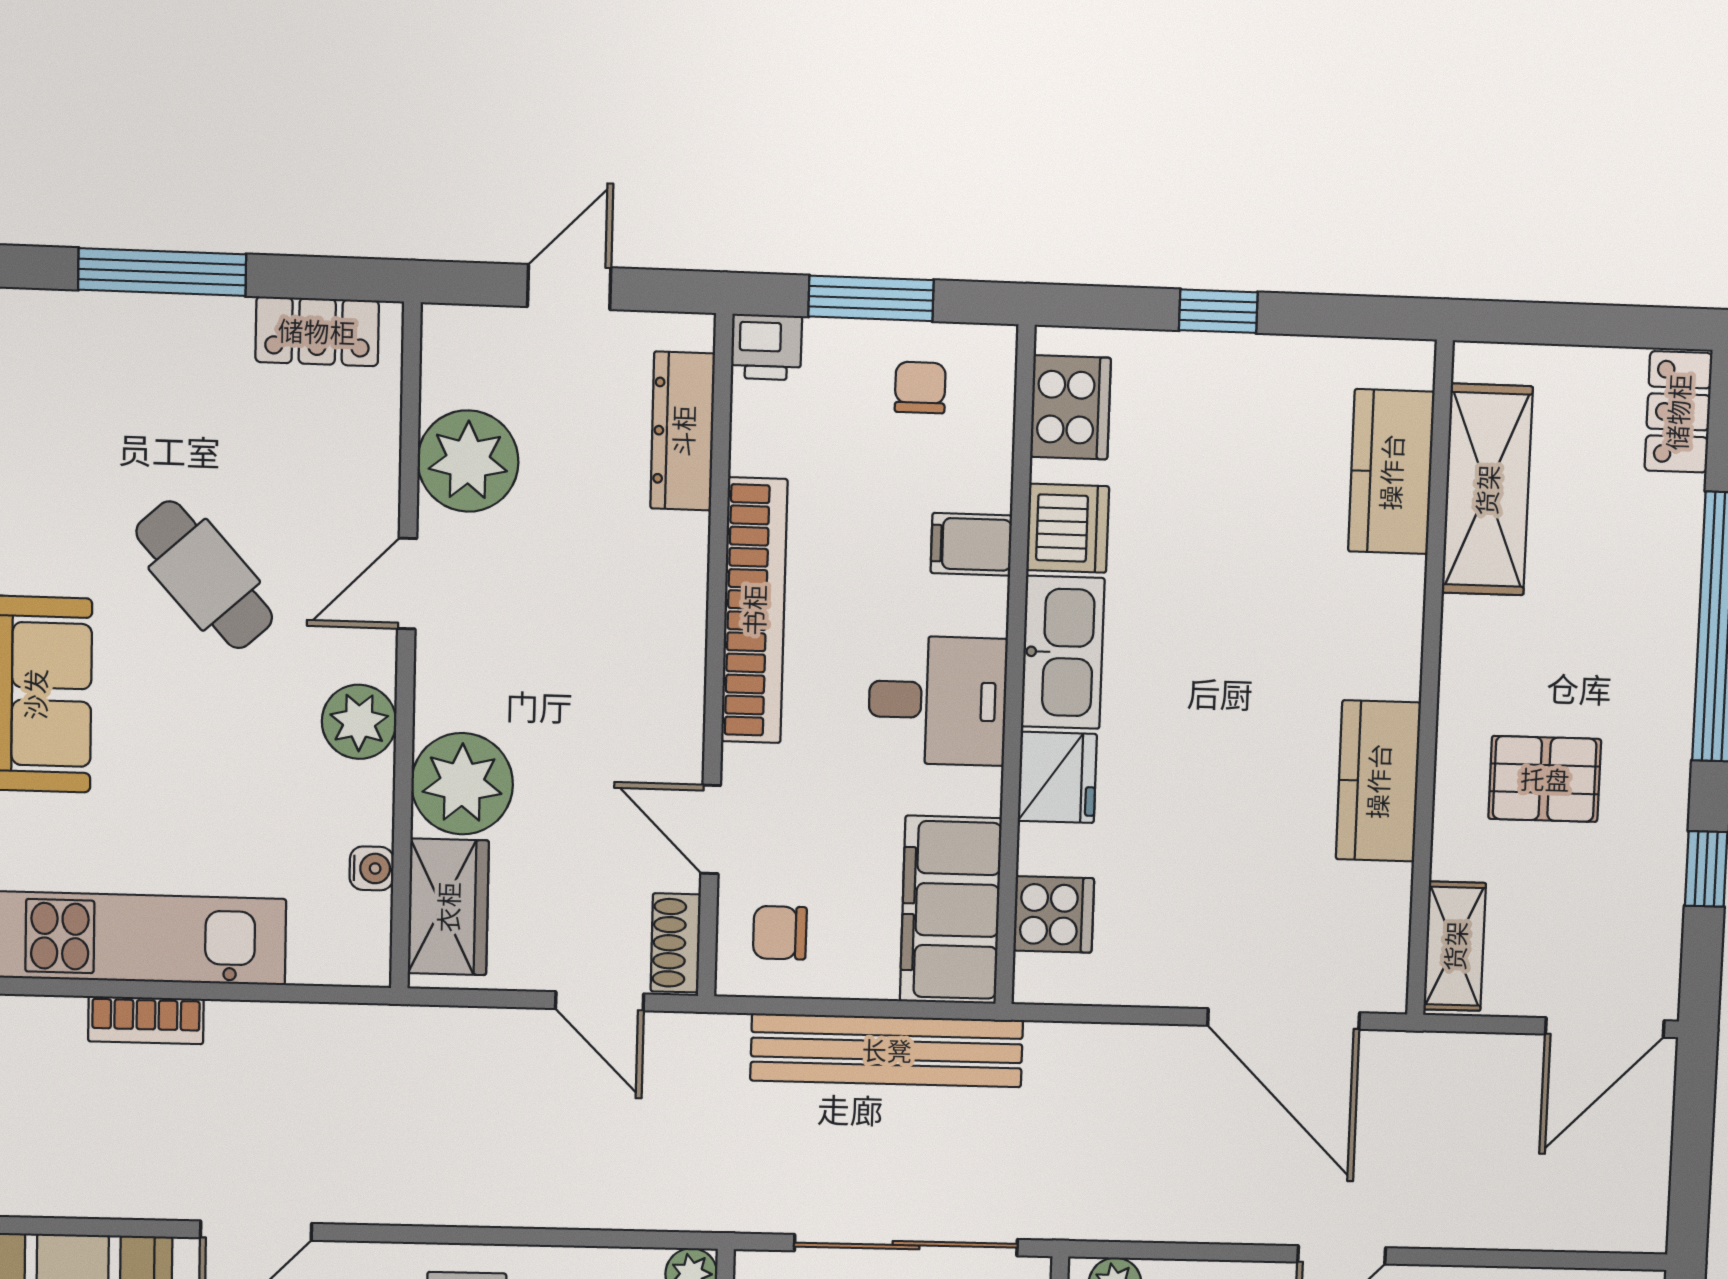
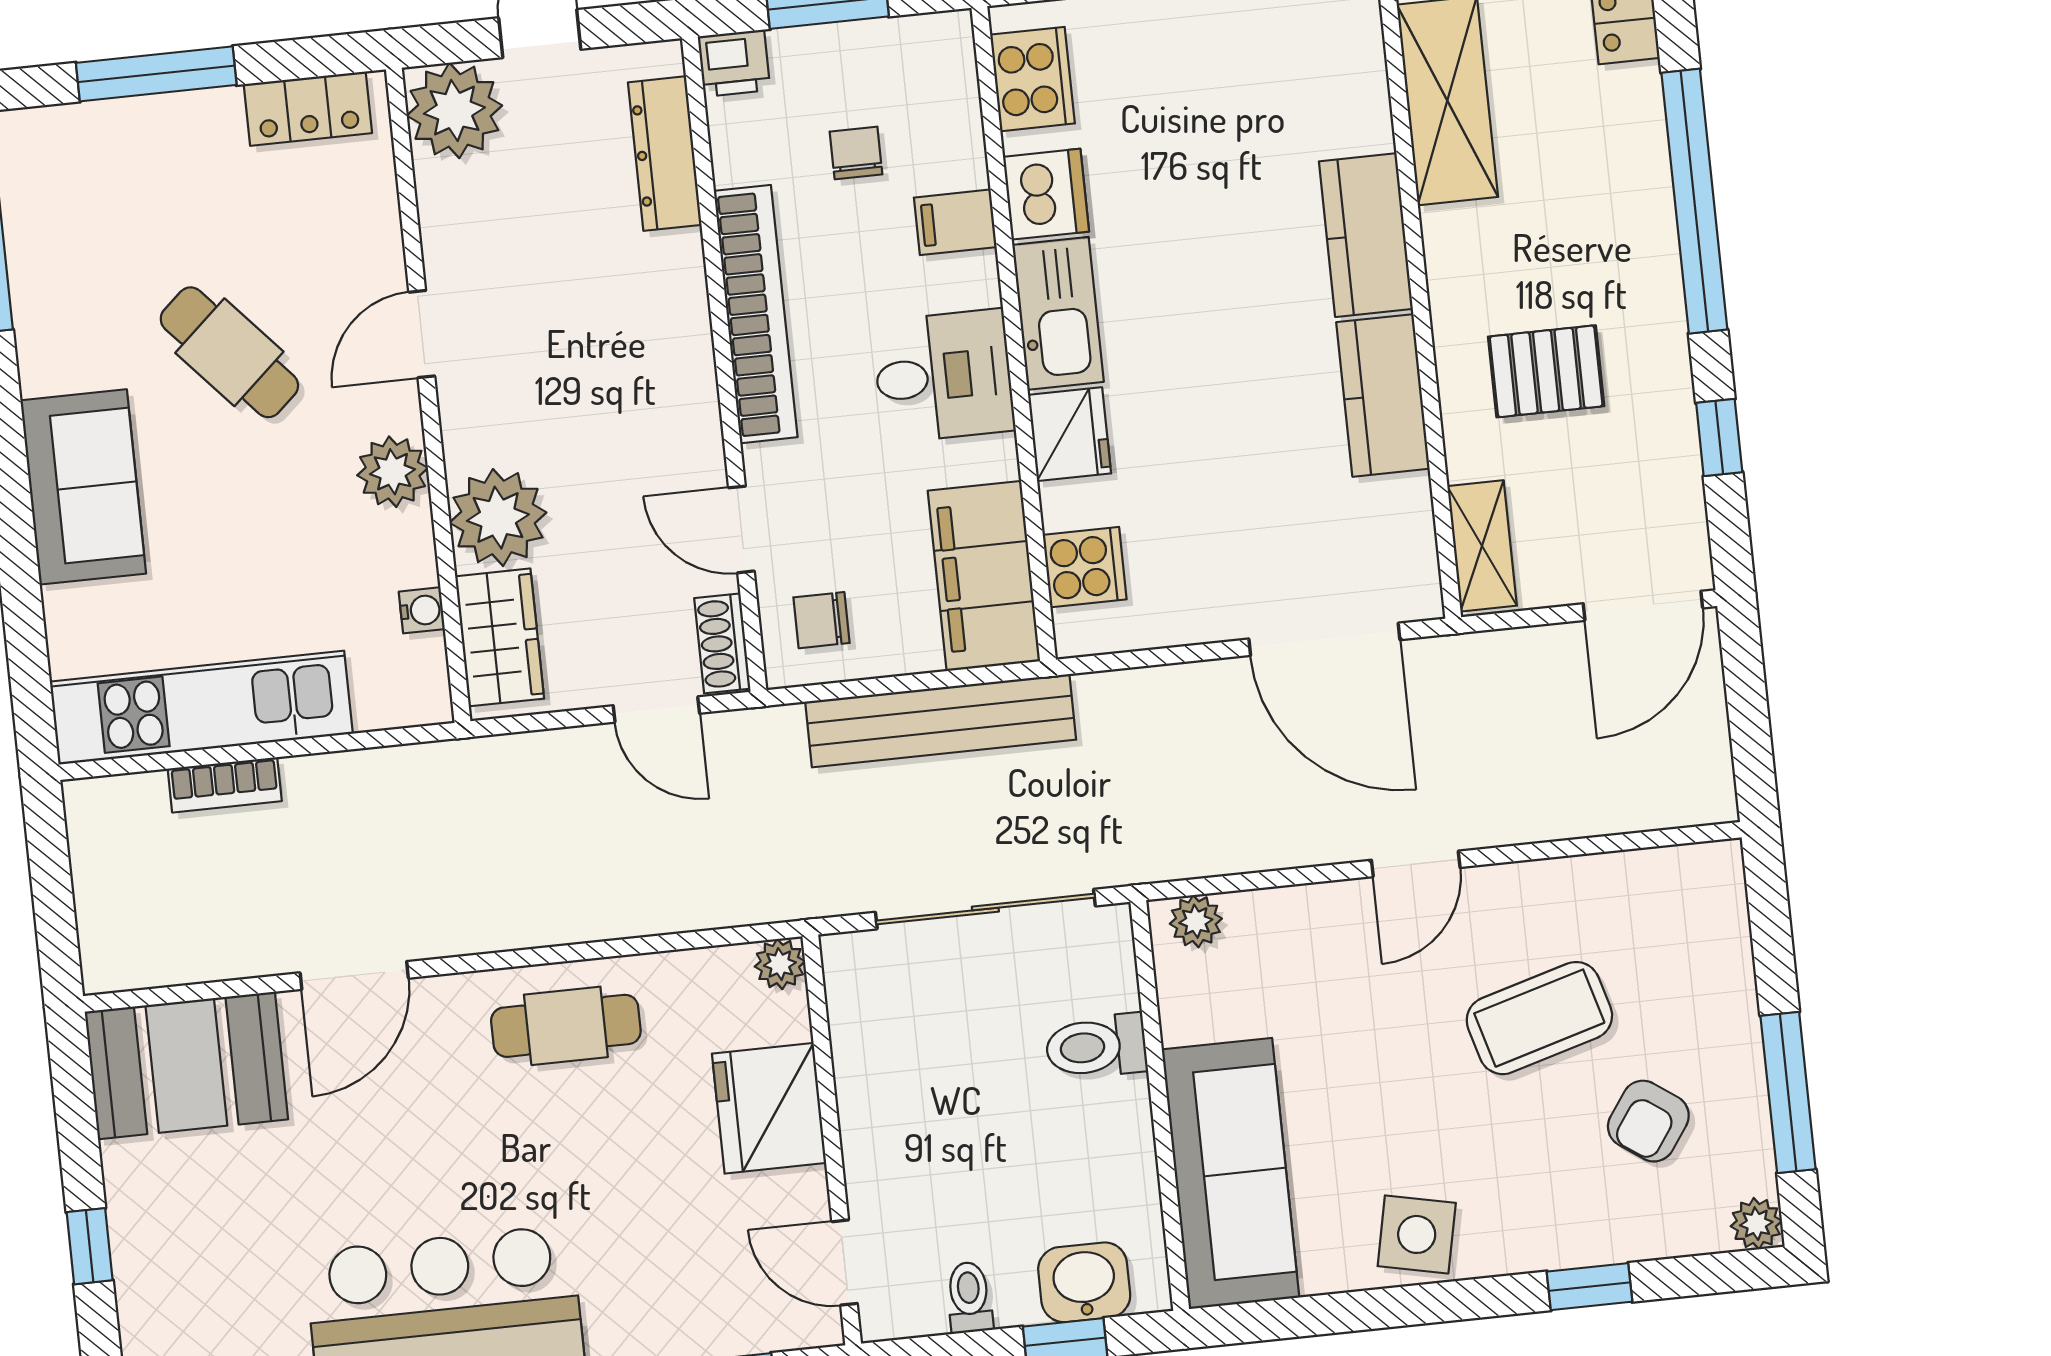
chair: (920, 388) -> (856, 153), moved
plant: (468, 461) -> (454, 110), moved
kitchen counter: (1391, 472) -> (1366, 235), moved

